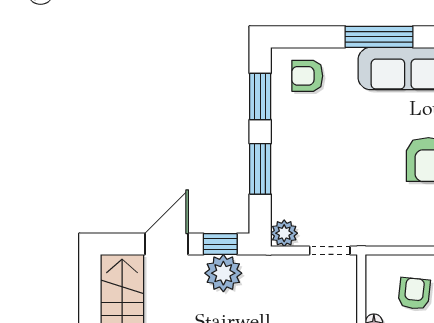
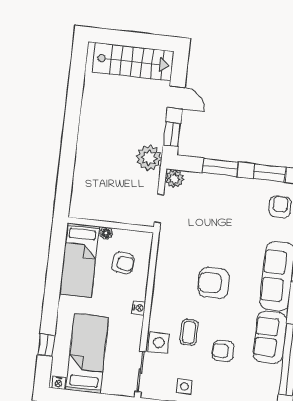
door: (166, 244) -> (176, 97), width x0.73
plant: (223, 273) -> (149, 158), moved

